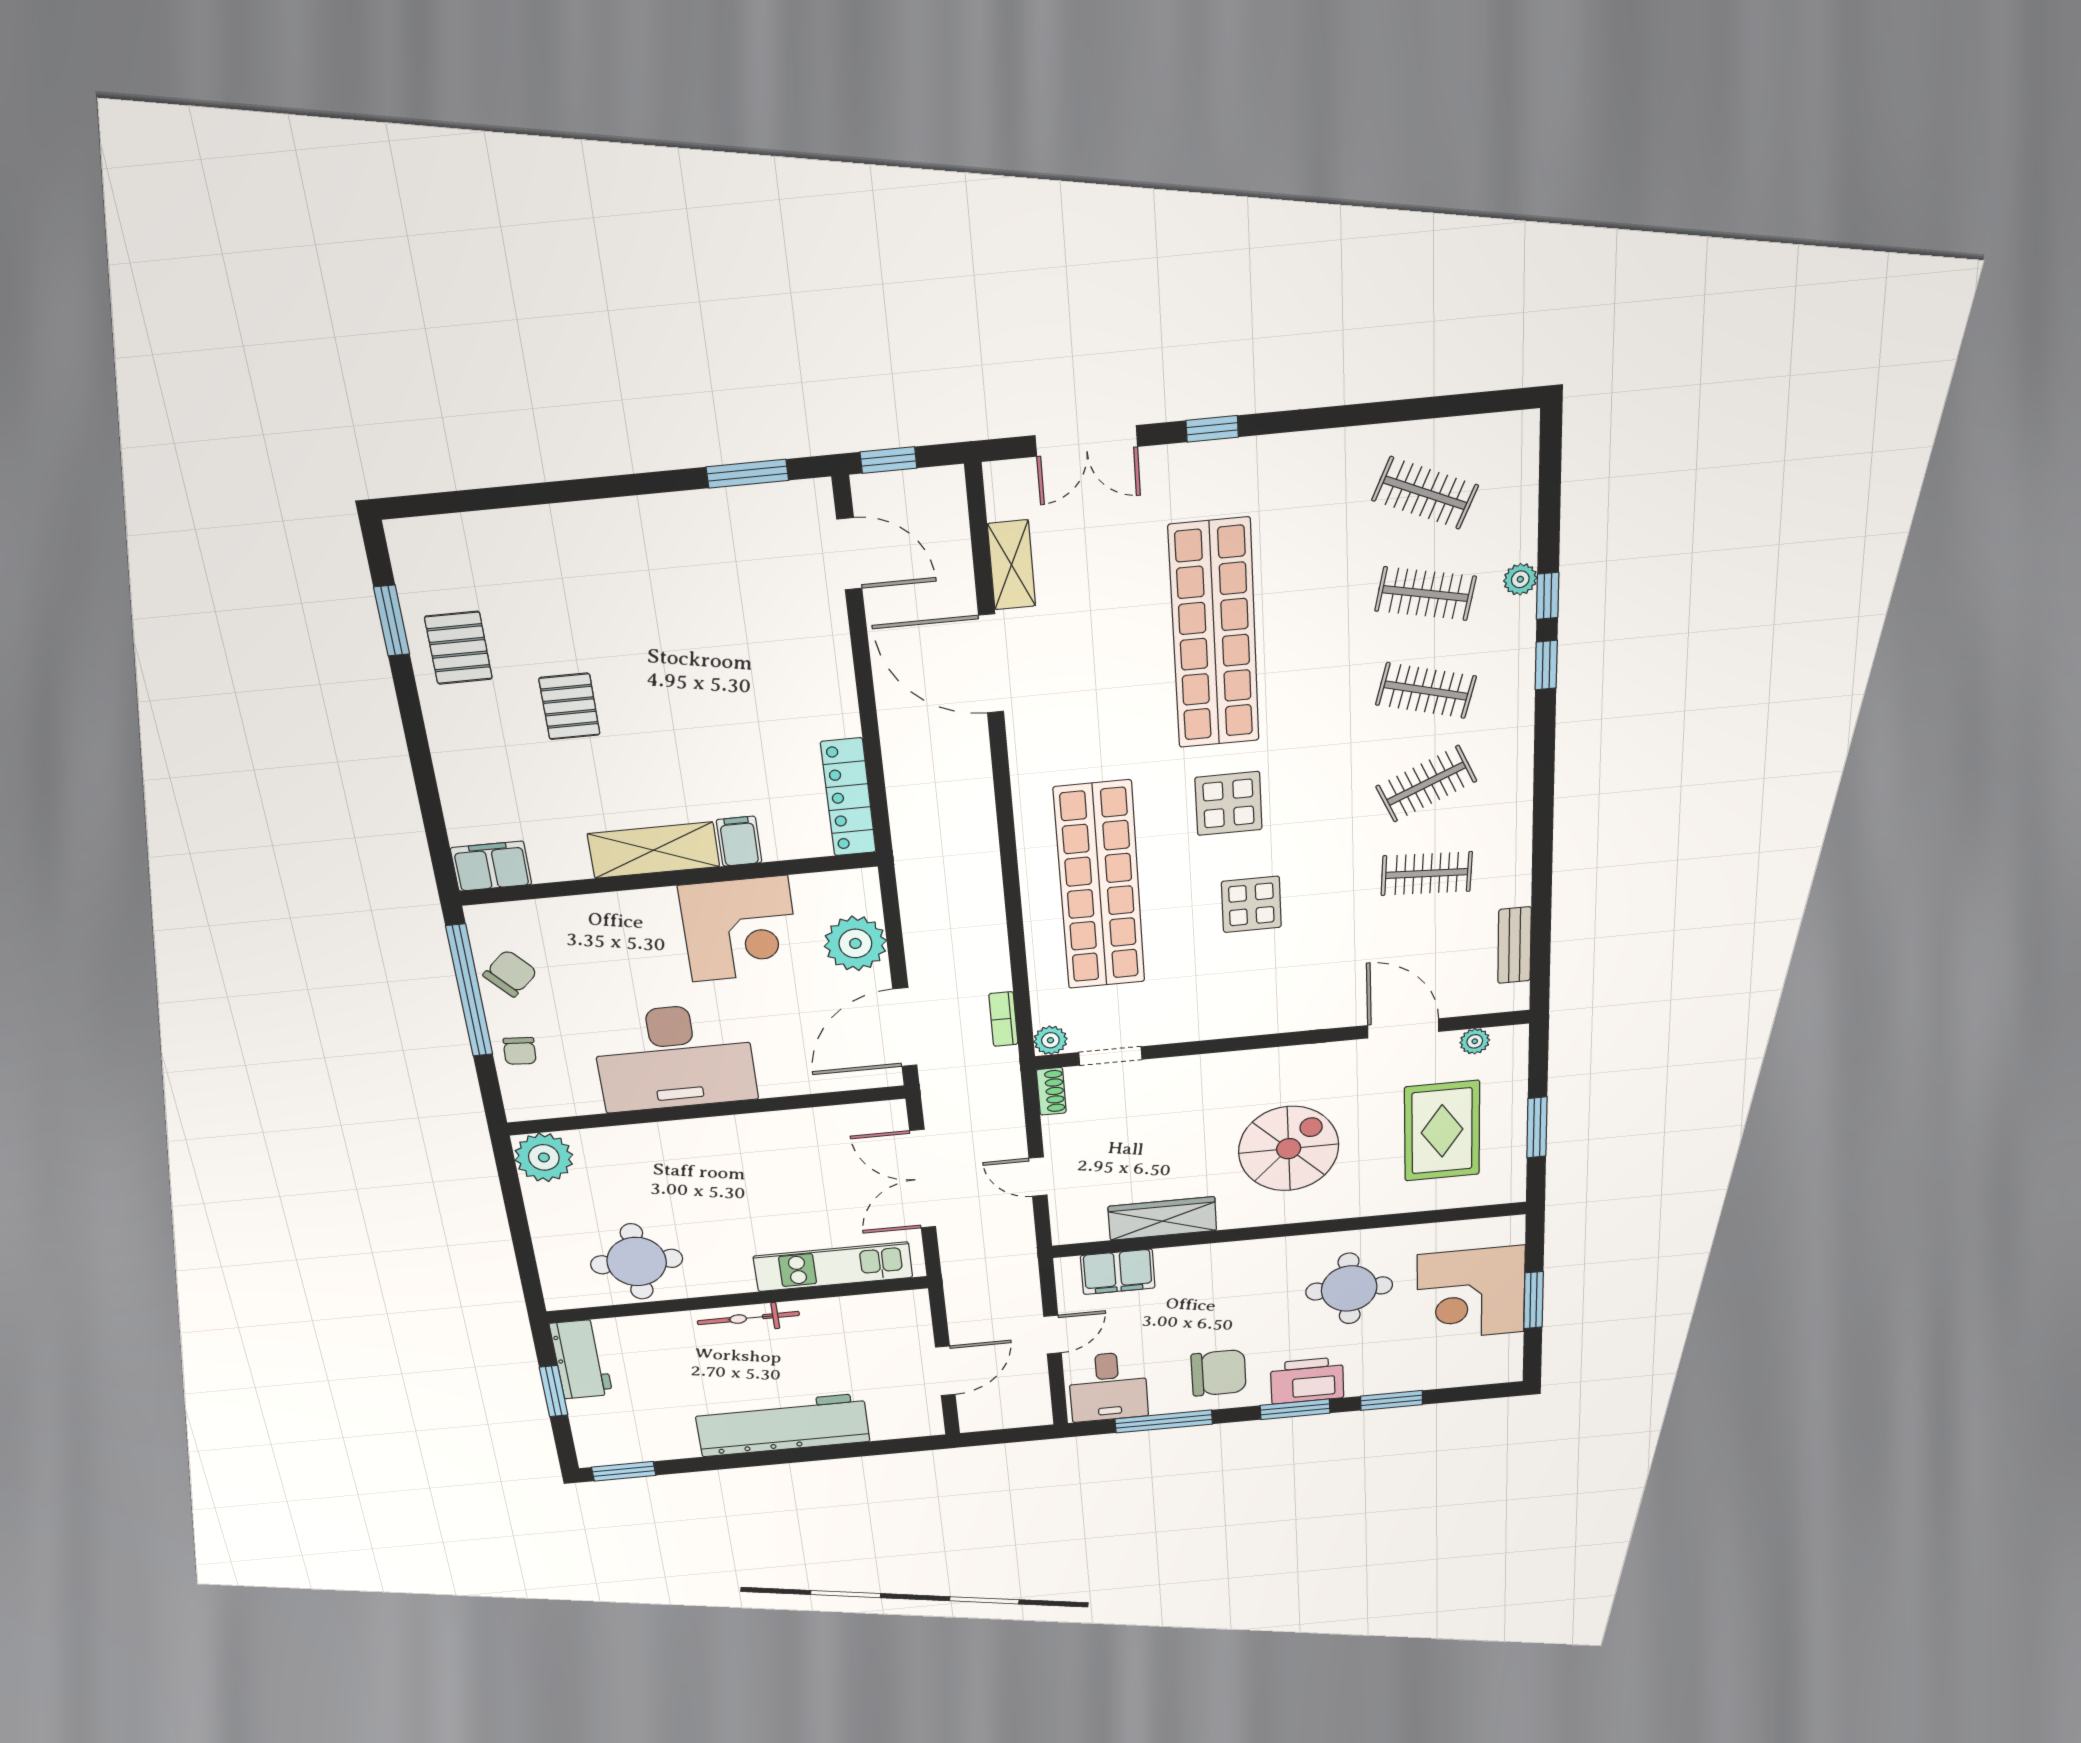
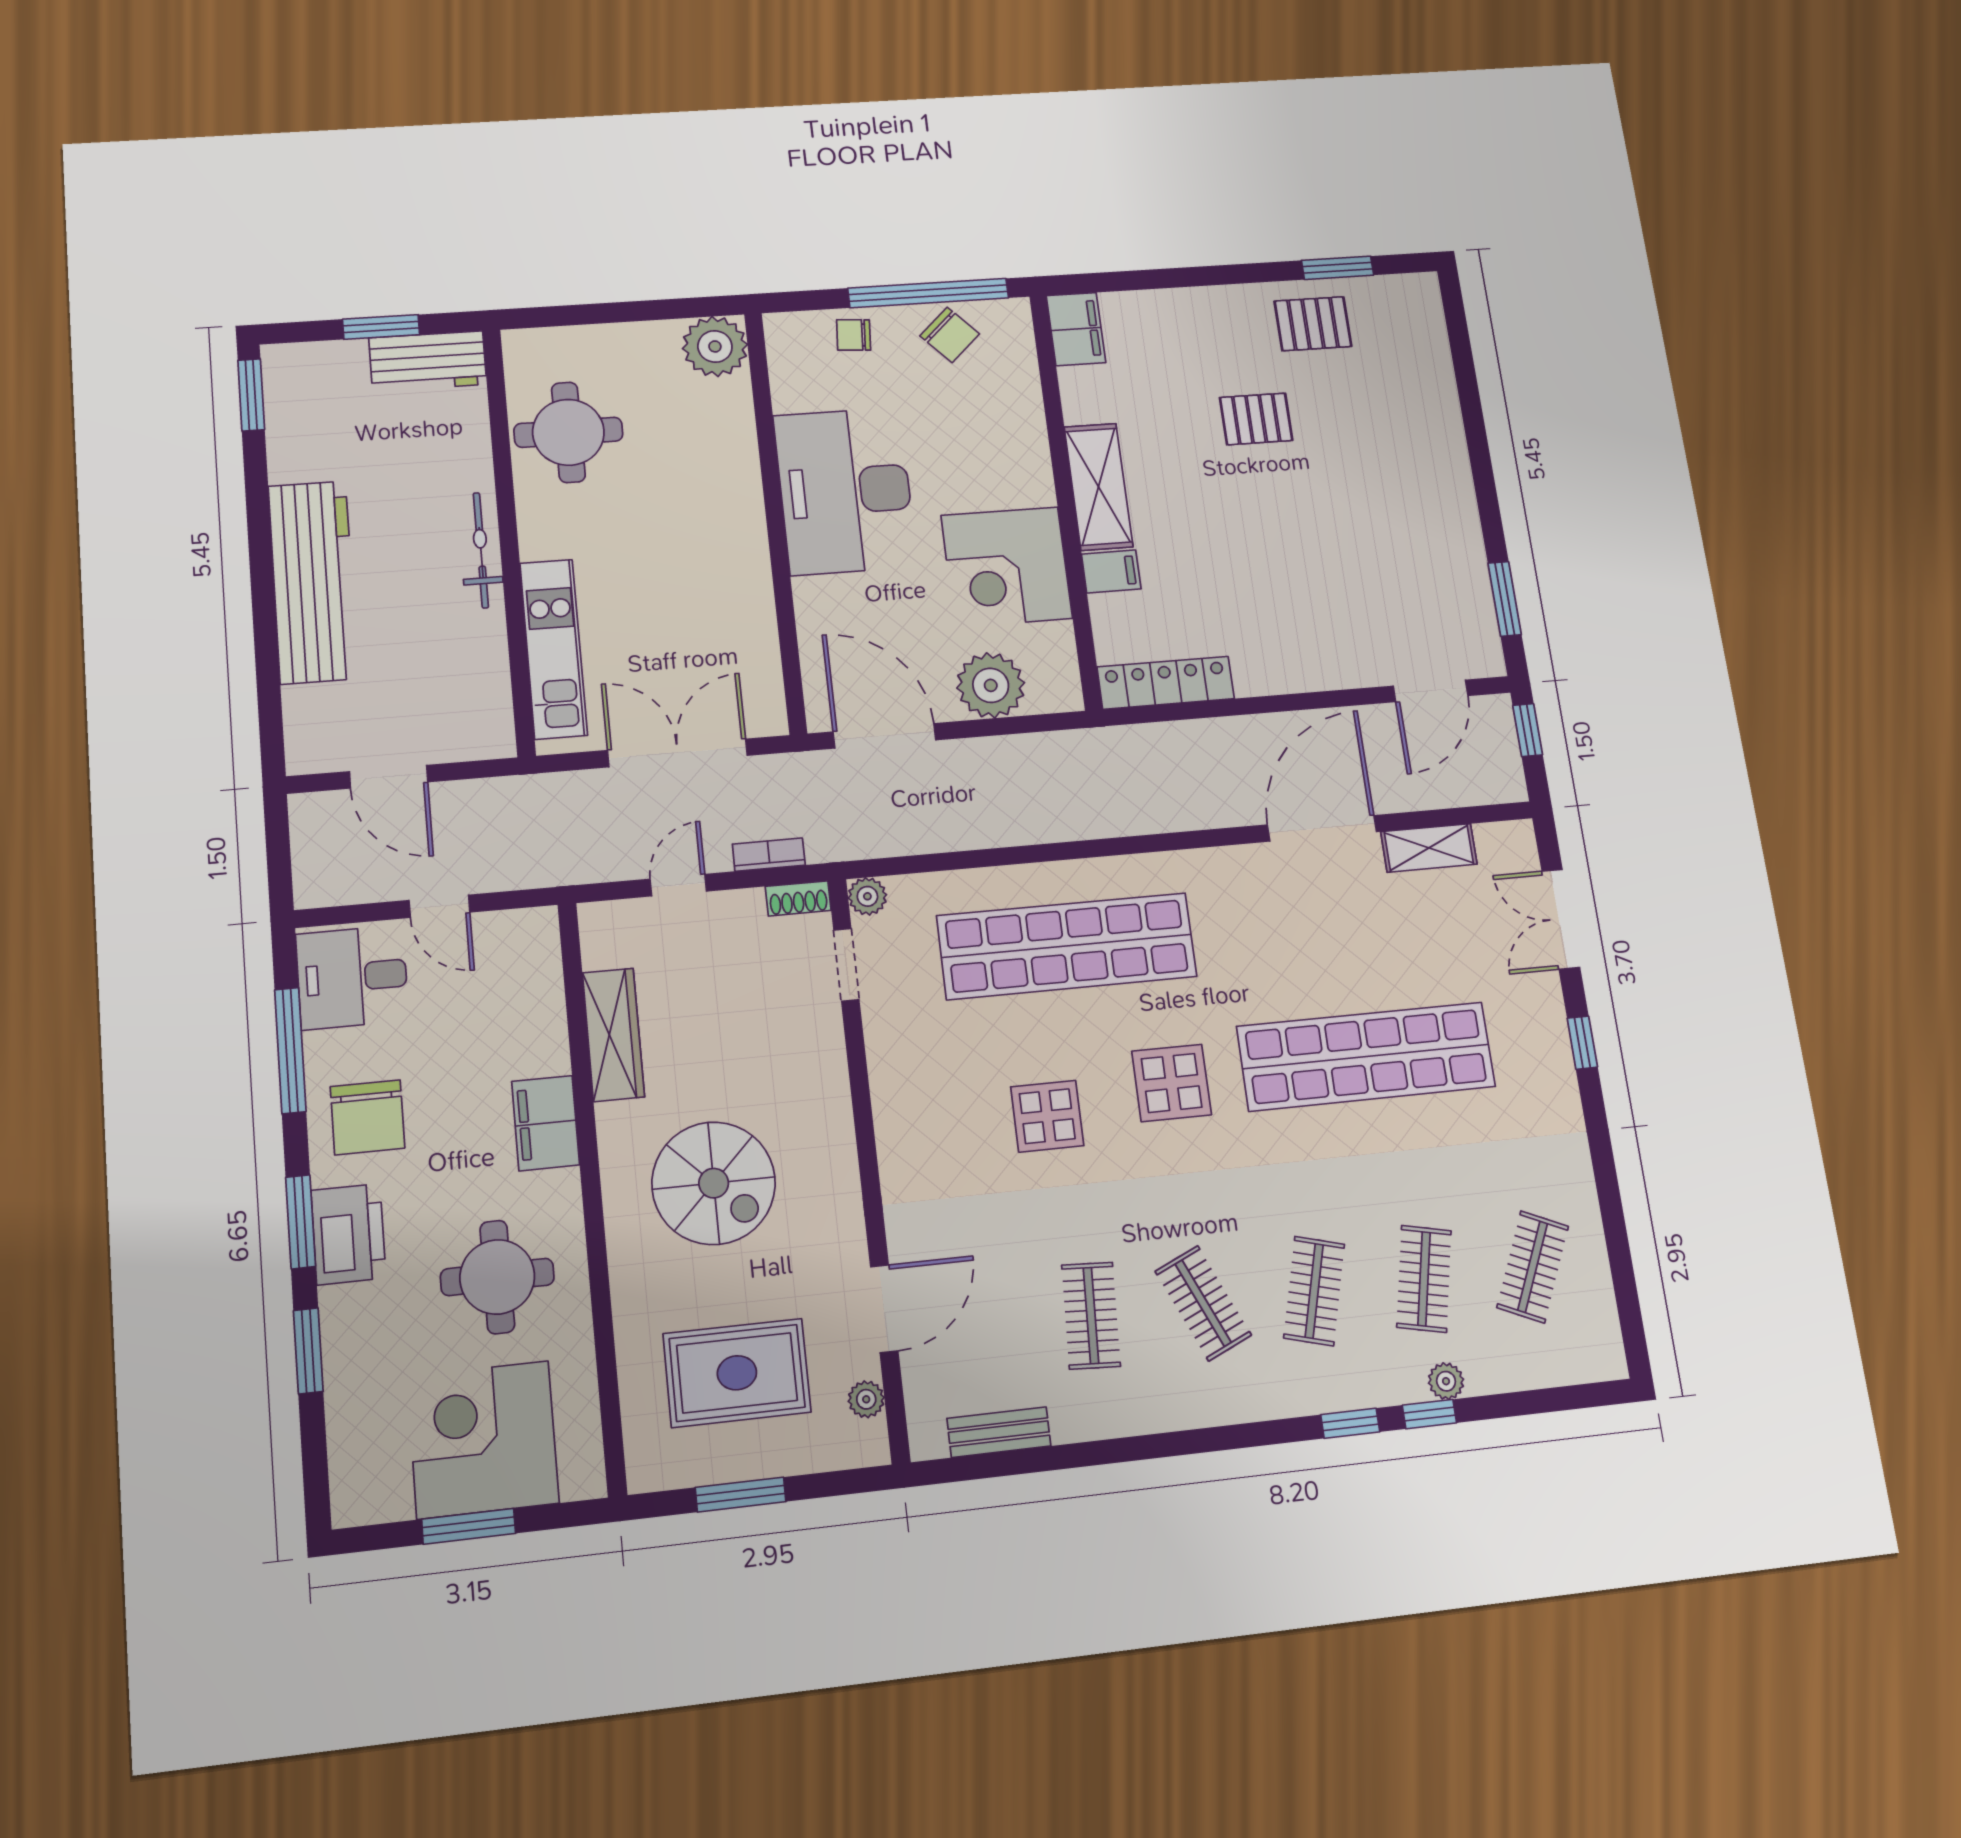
bookcase: (1003, 1019) -> (769, 855), moved
filing cabinet: (1118, 1272) -> (546, 1123), moved

